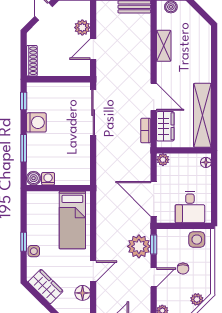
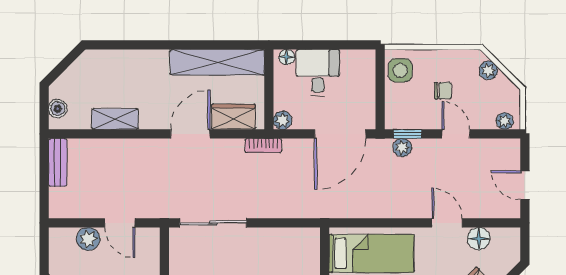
bookcase: (146, 131) -> (263, 146), moved
desk: (190, 207) -> (318, 73), moved, turned -90
plant: (139, 246) -> (402, 148), width x0.53, depth x0.53

